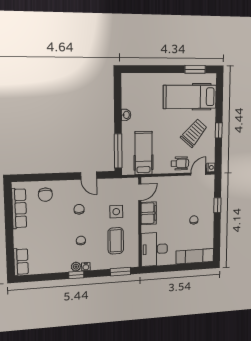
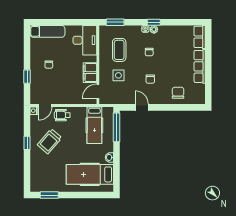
hospital bed: (190, 97) -> (90, 174), moved, turned 180
row of seats: (19, 208) -> (200, 66), moved

